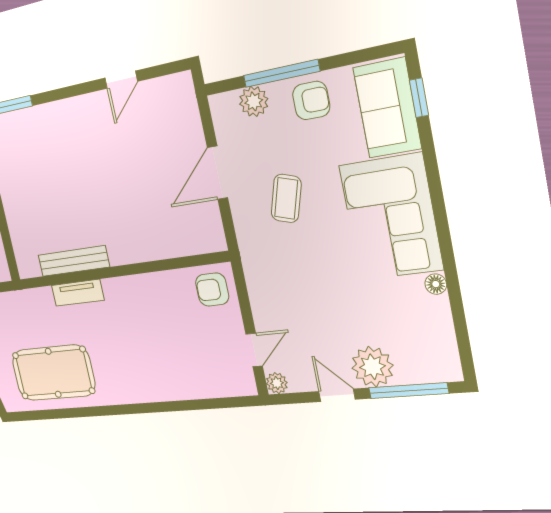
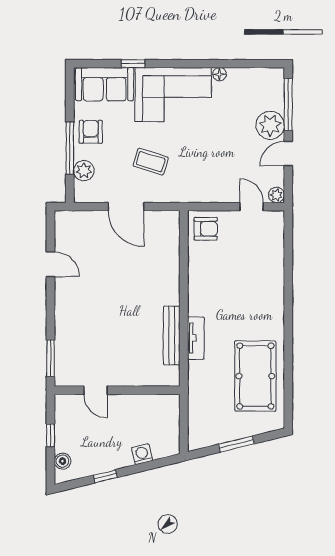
window: (419, 98) -> (133, 64), moved
armchair: (212, 290) -> (206, 229), turned -90

